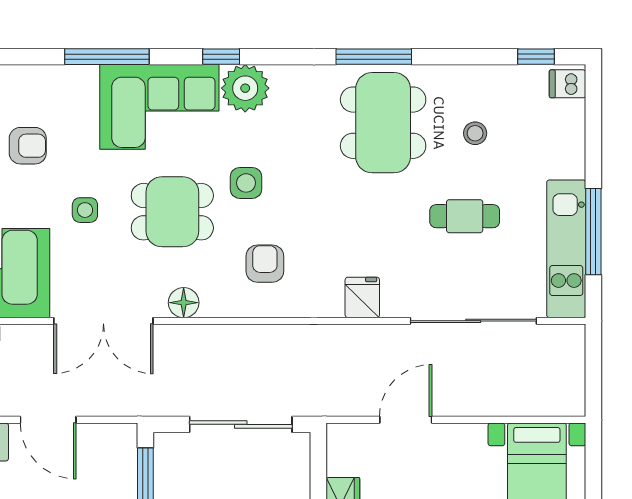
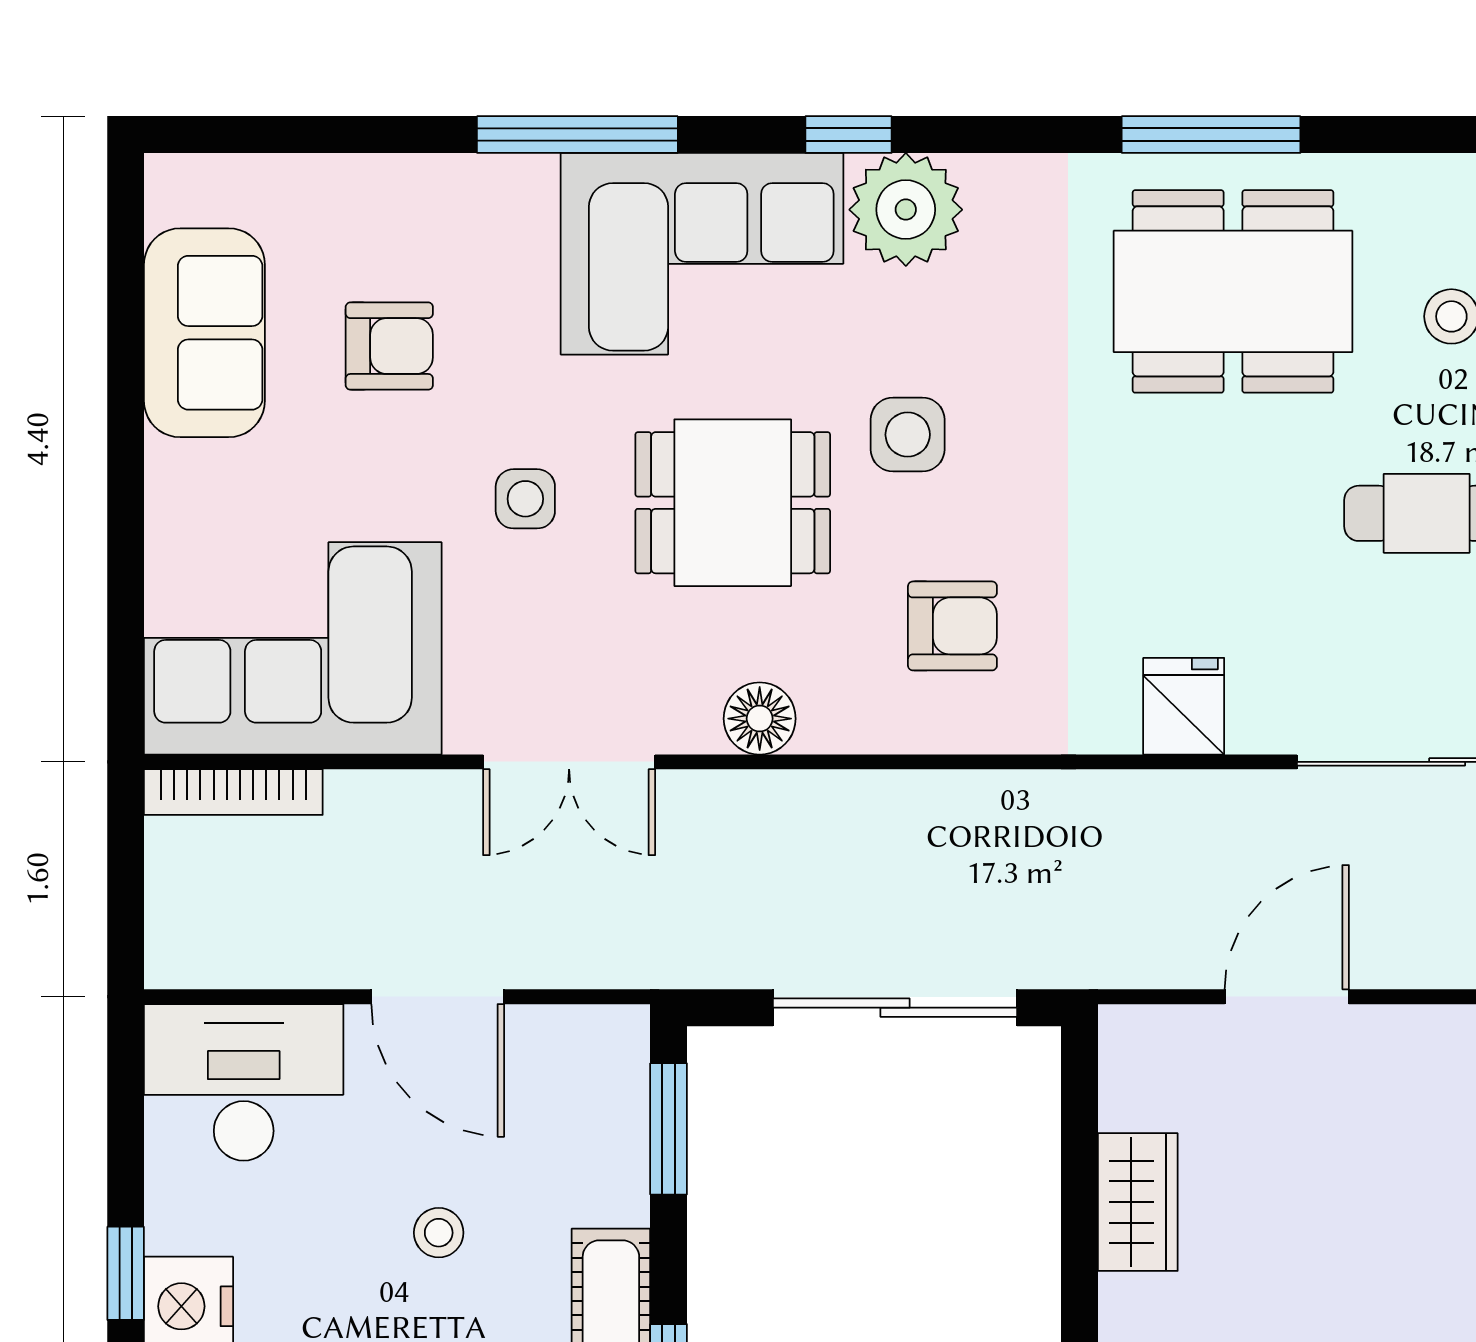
dining table: (383, 123) -> (1233, 291), turned 90
armchair: (265, 264) -> (952, 626), turned 90
double door: (103, 321) -> (569, 762), width x0.73

